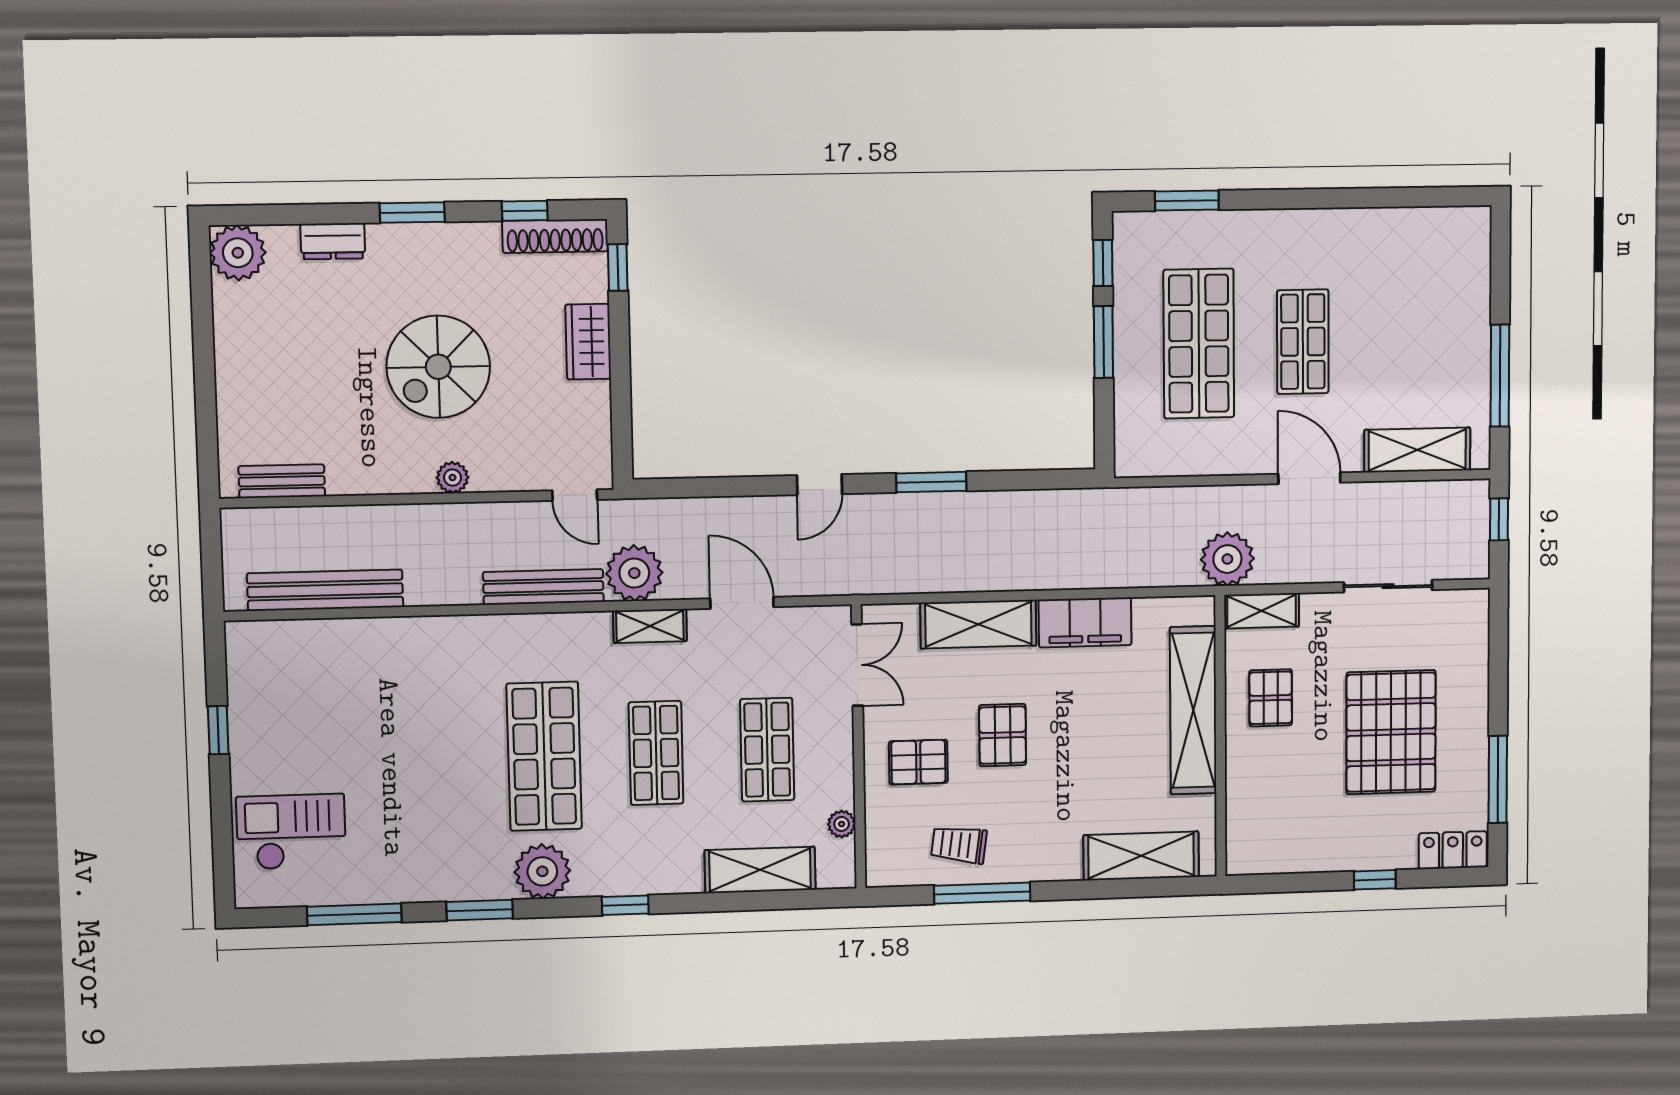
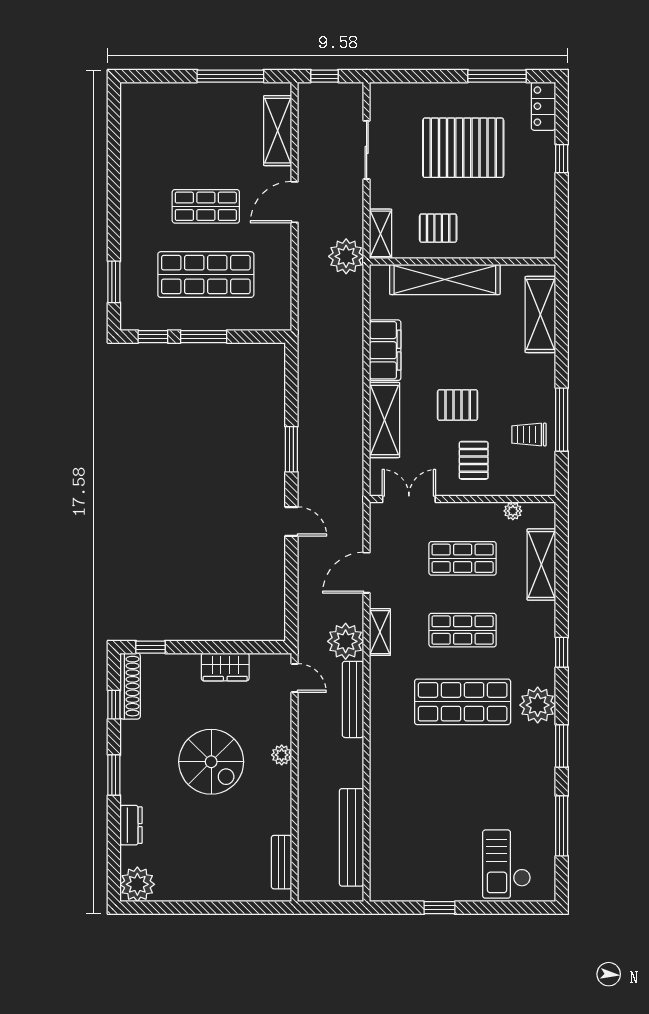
wardrobe: (588, 342) -> (225, 667), moved
door: (575, 495) -> (295, 678), hinge flipped
trolley: (959, 845) -> (529, 435), turned 82

